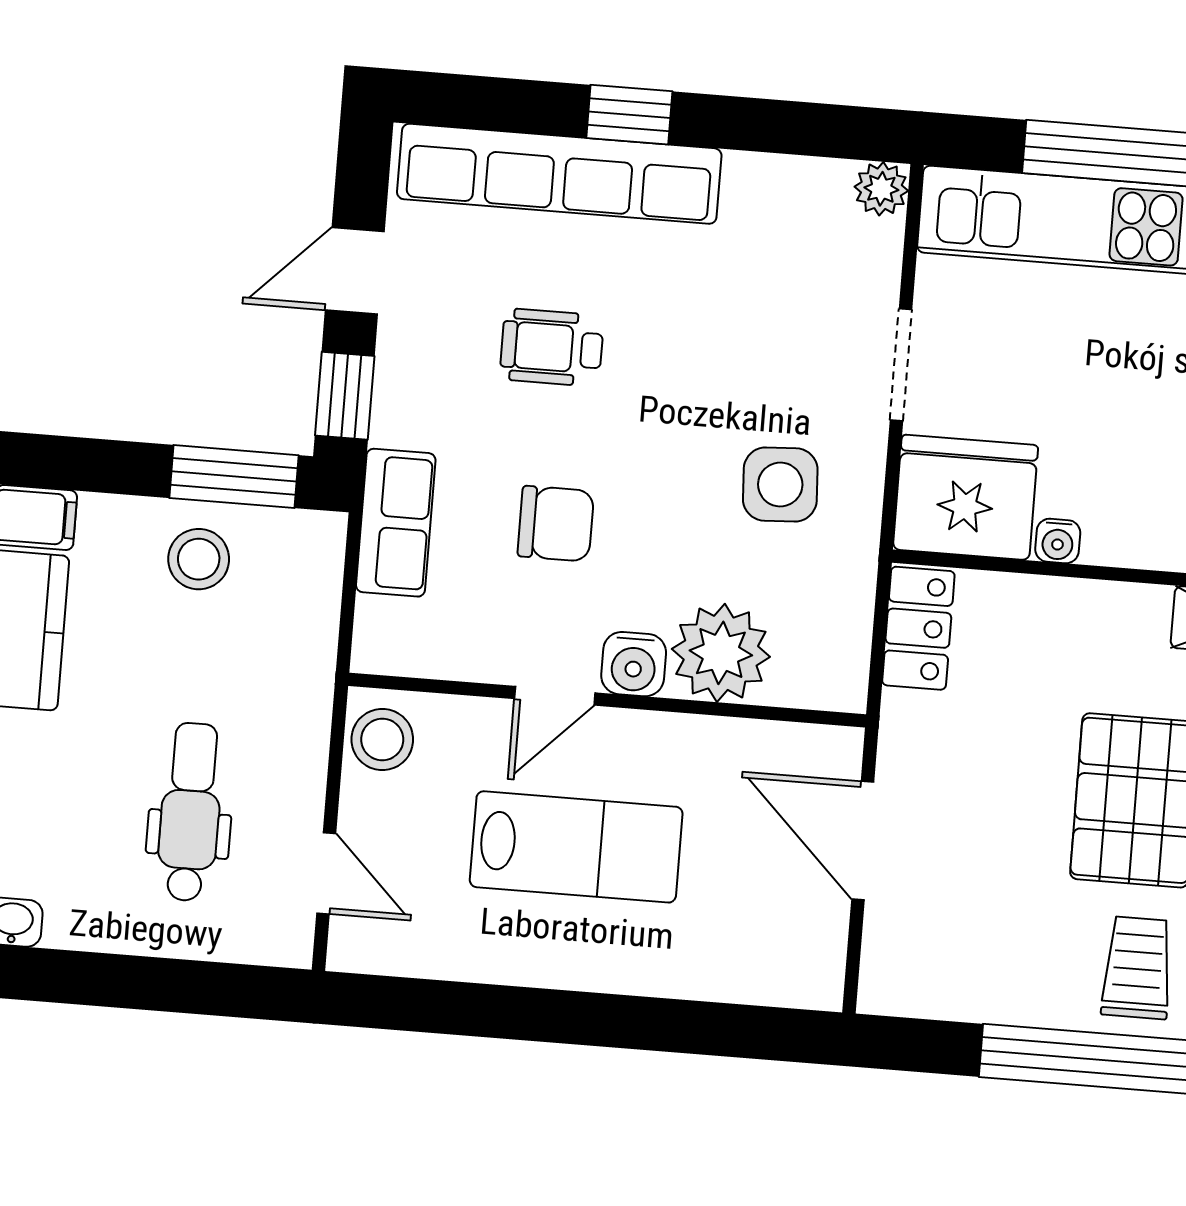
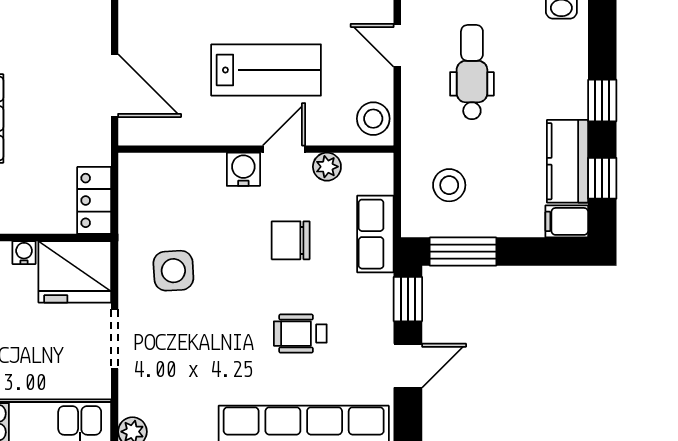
wheelchair: (552, 347) -> (300, 334), turned 180
stool: (199, 559) -> (449, 185), moved
plant: (721, 653) -> (327, 167), moved, width x0.53, depth x0.53
dental chair: (190, 812) -> (472, 72), turned 180
lab bench: (576, 847) -> (266, 70), turned 180

